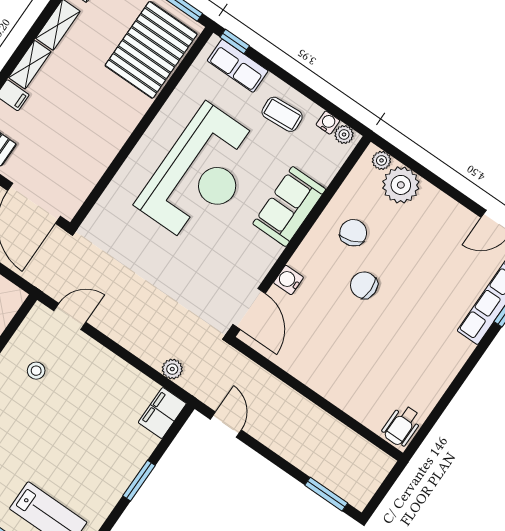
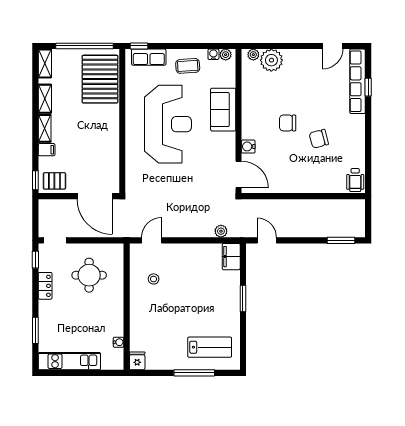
chair: (353, 233) -> (319, 139), moved, turned -86

